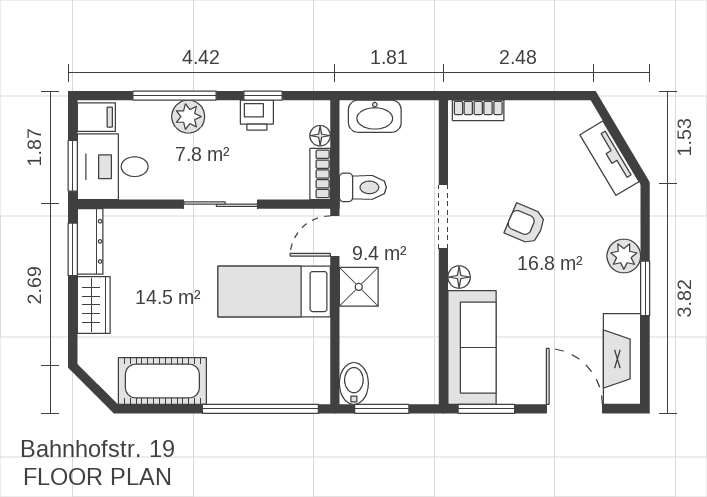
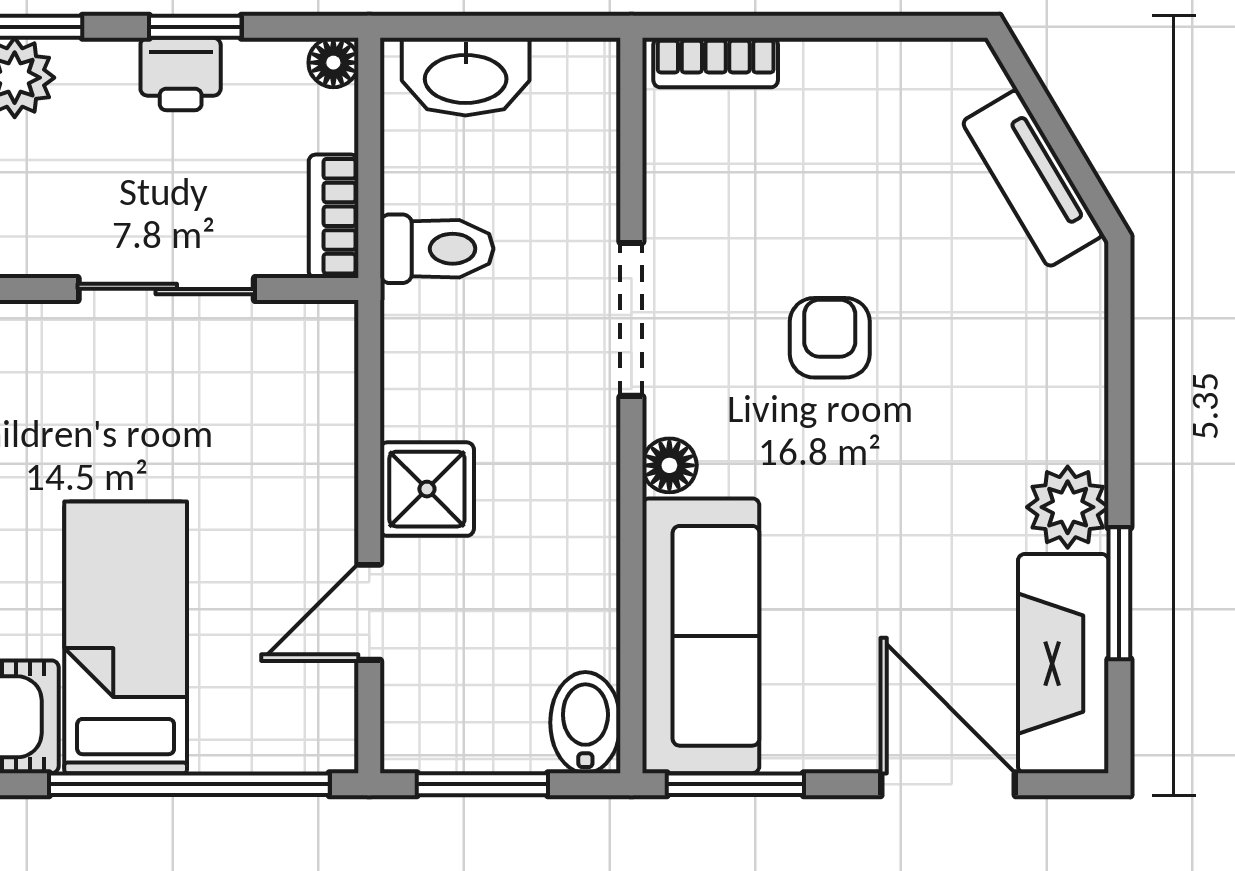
floor lamp: (320, 136) -> (333, 63), moved
sliding door: (221, 204) -> (166, 289), moved
armchair: (525, 224) -> (830, 338), turned 67
door: (335, 236) -> (369, 612), moved
plant: (624, 256) -> (1068, 507), moved
window: (645, 288) -> (1119, 593), moved
bed: (274, 292) -> (126, 637), moved, turned 90
bidet: (354, 383) -> (585, 723), moved

